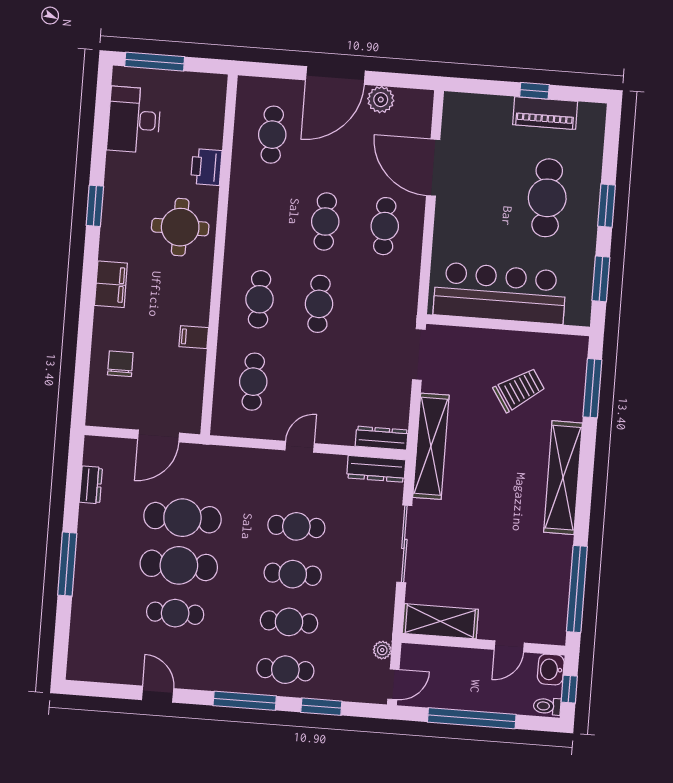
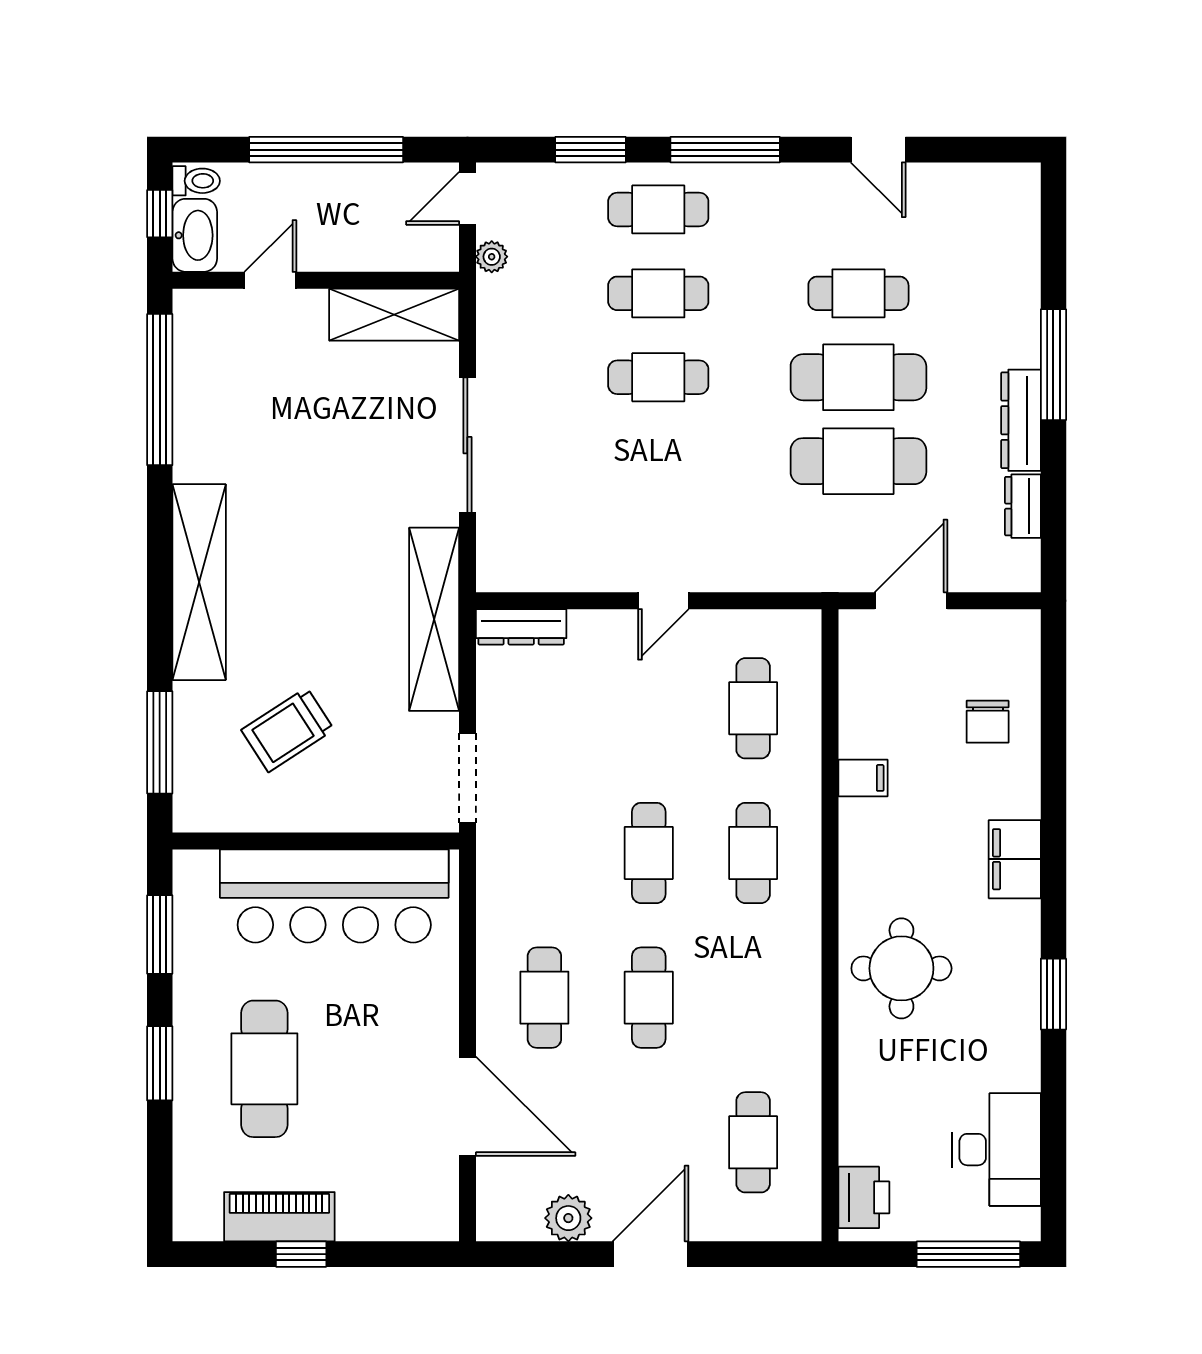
door: (335, 75) -> (651, 1254), width x0.73
printer: (206, 167) -> (864, 1197), moved
dresser: (376, 469) -> (1021, 420), moved, turned -90
cafe table: (296, 526) -> (658, 461), removed
washbasin: (551, 669) -> (195, 235), width x1.38

